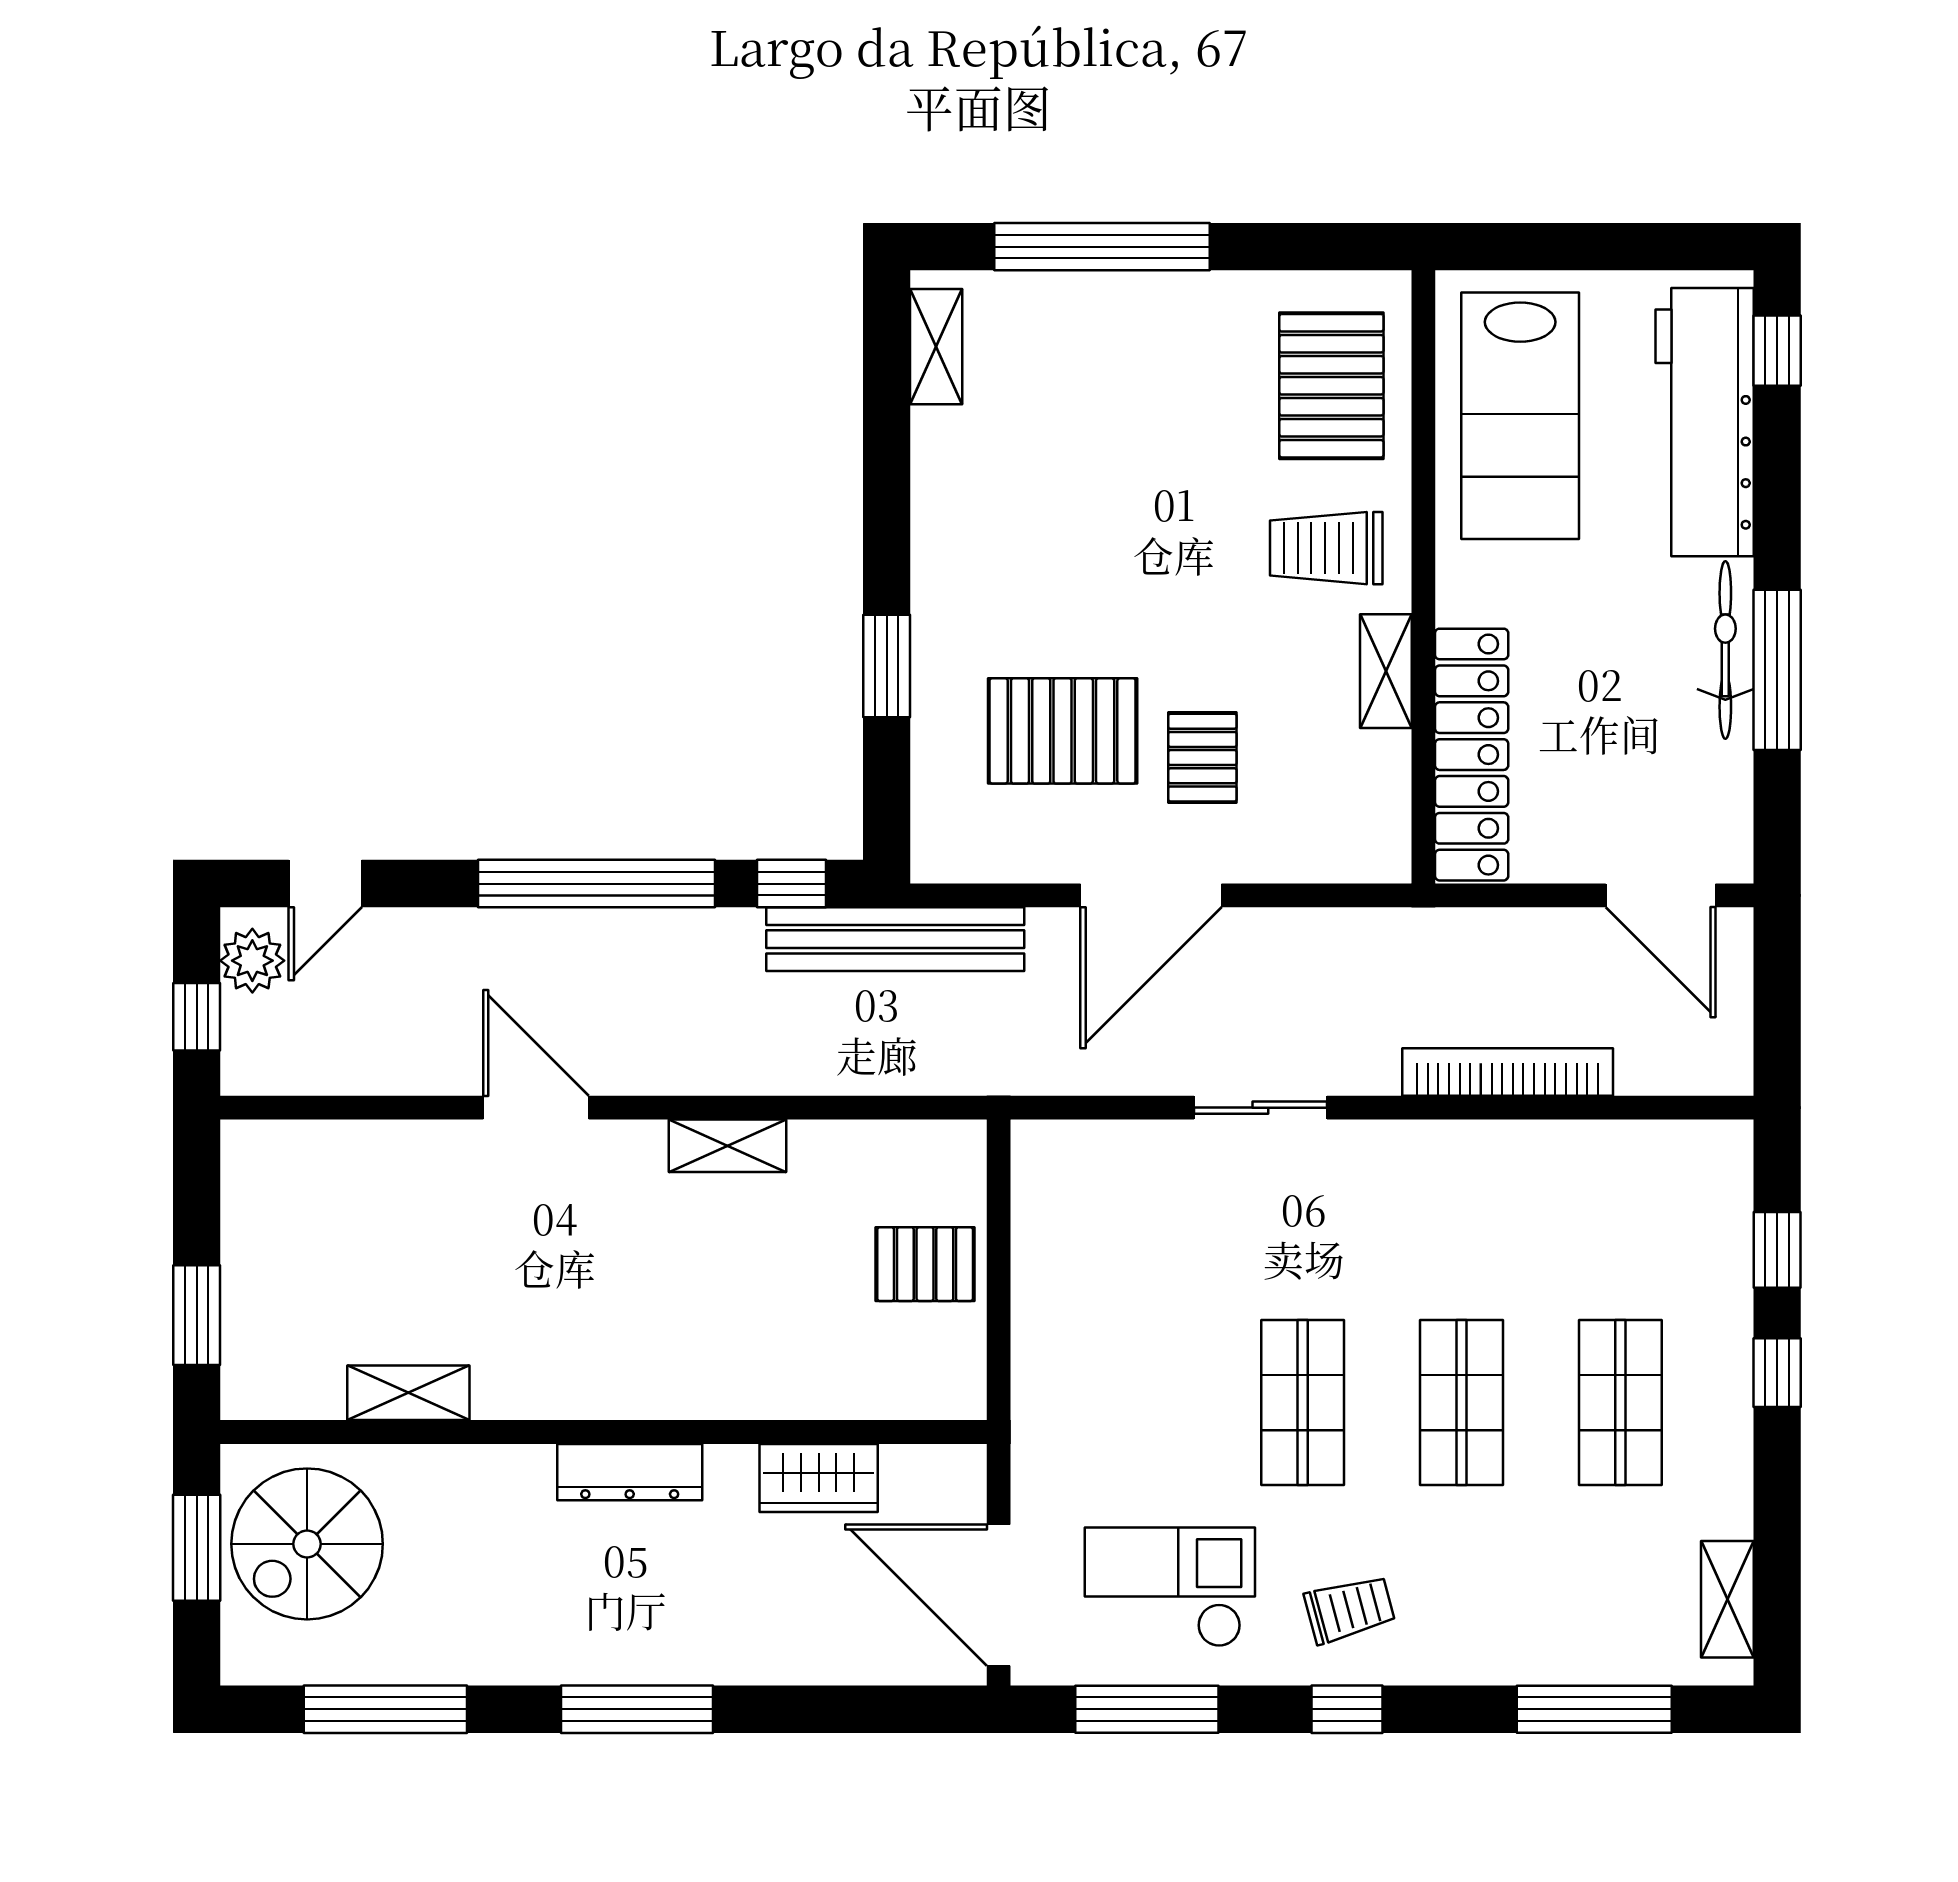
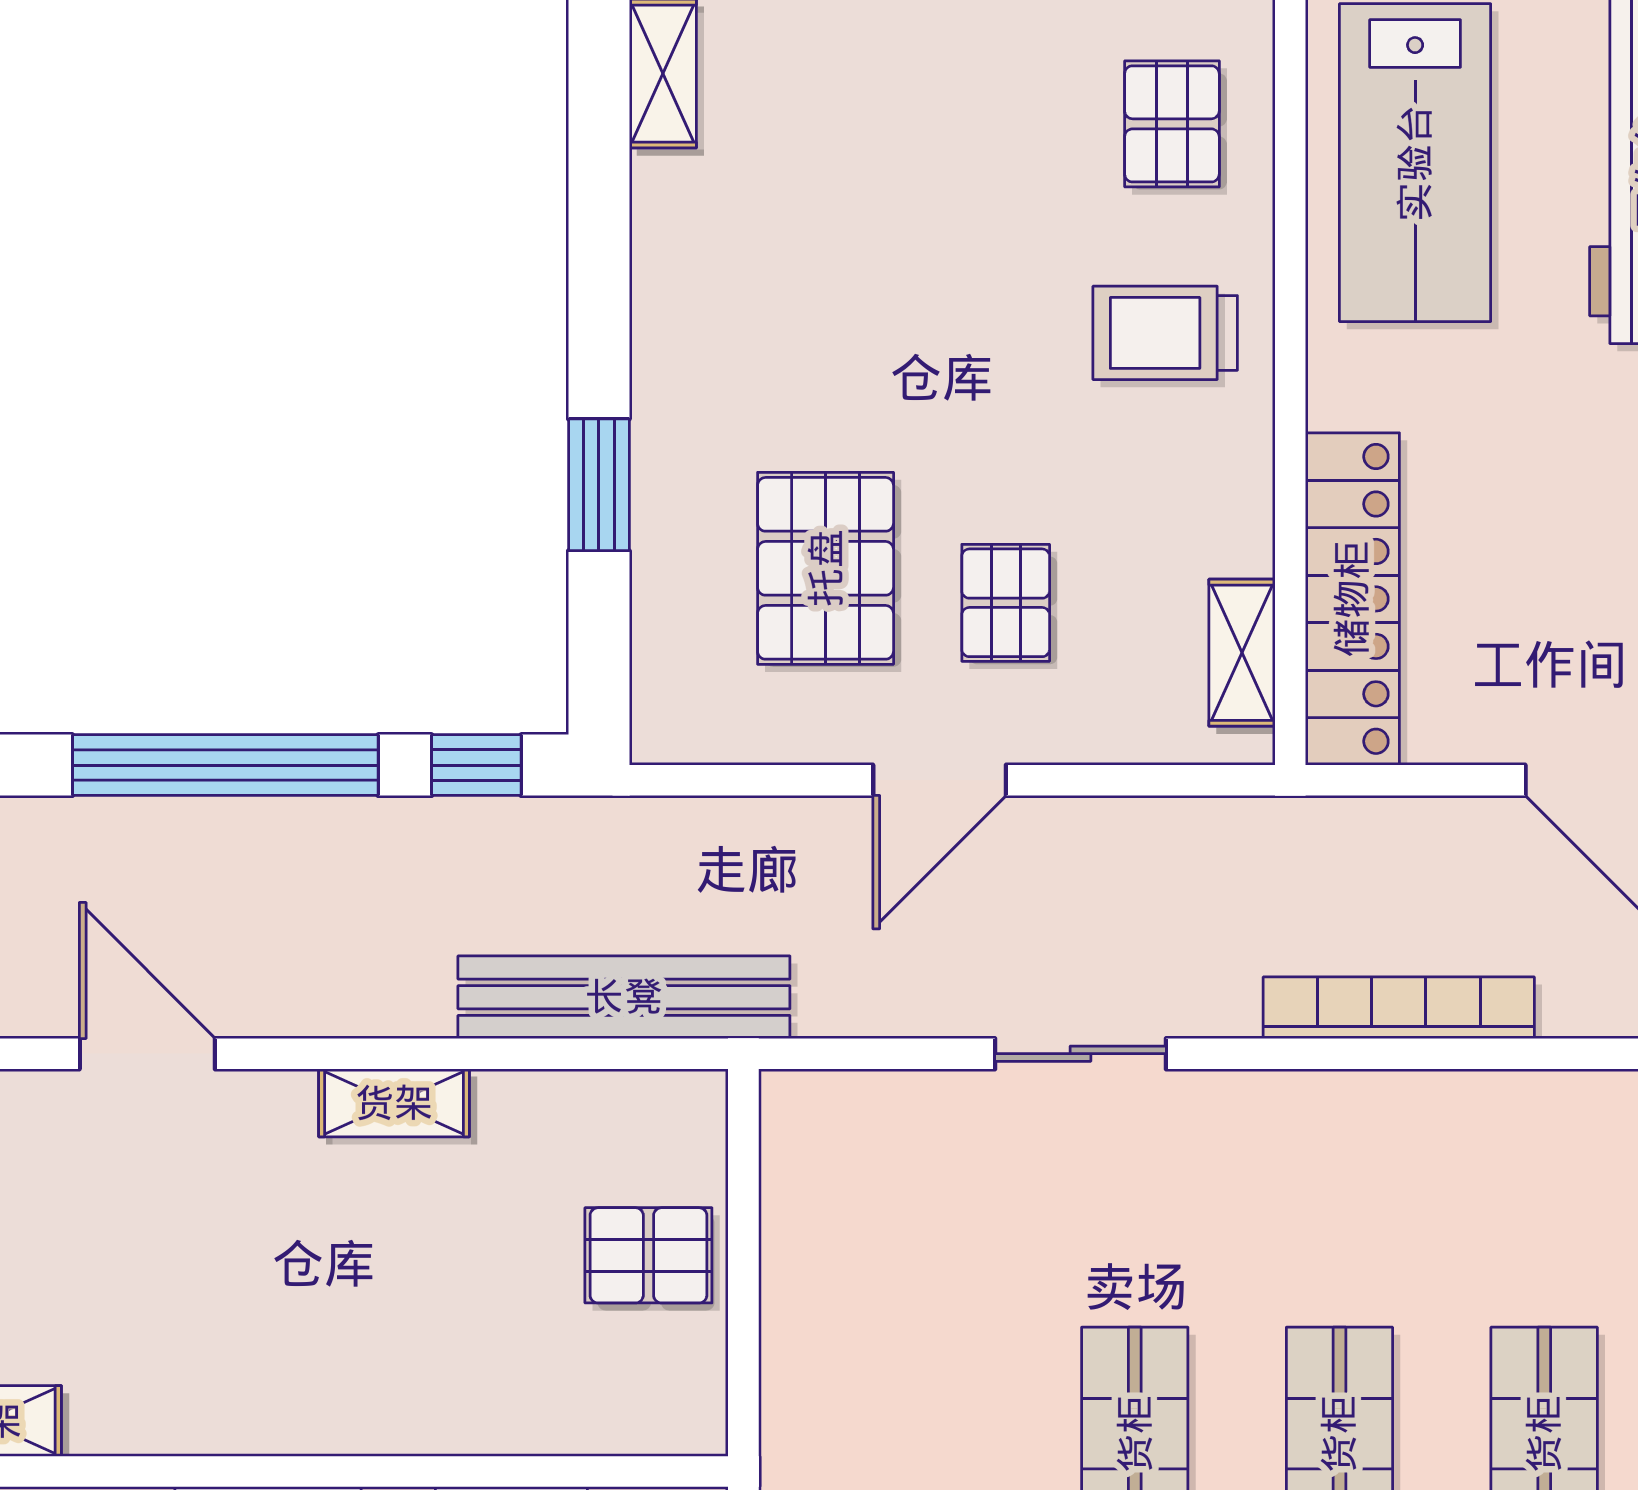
pallet: (1331, 386) -> (1172, 124), width x0.67, depth x0.71
shelving: (1386, 671) -> (1242, 653), moved
pallet: (1063, 731) -> (826, 568), turned 90
door: (1151, 895) -> (940, 780), width x0.73
bench: (895, 939) -> (624, 997), moved

